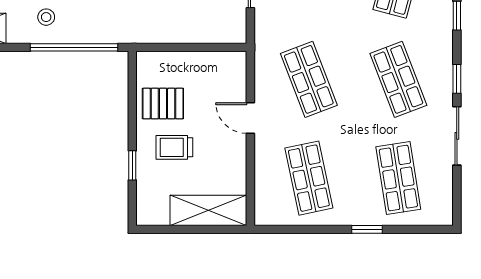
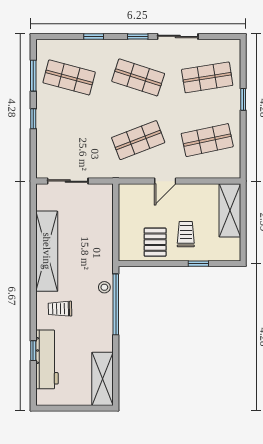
stool: (46, 17) -> (104, 287), moved
shop shelf: (398, 79) -> (138, 77), turned 39
trolley: (174, 147) -> (186, 234), turned 180

